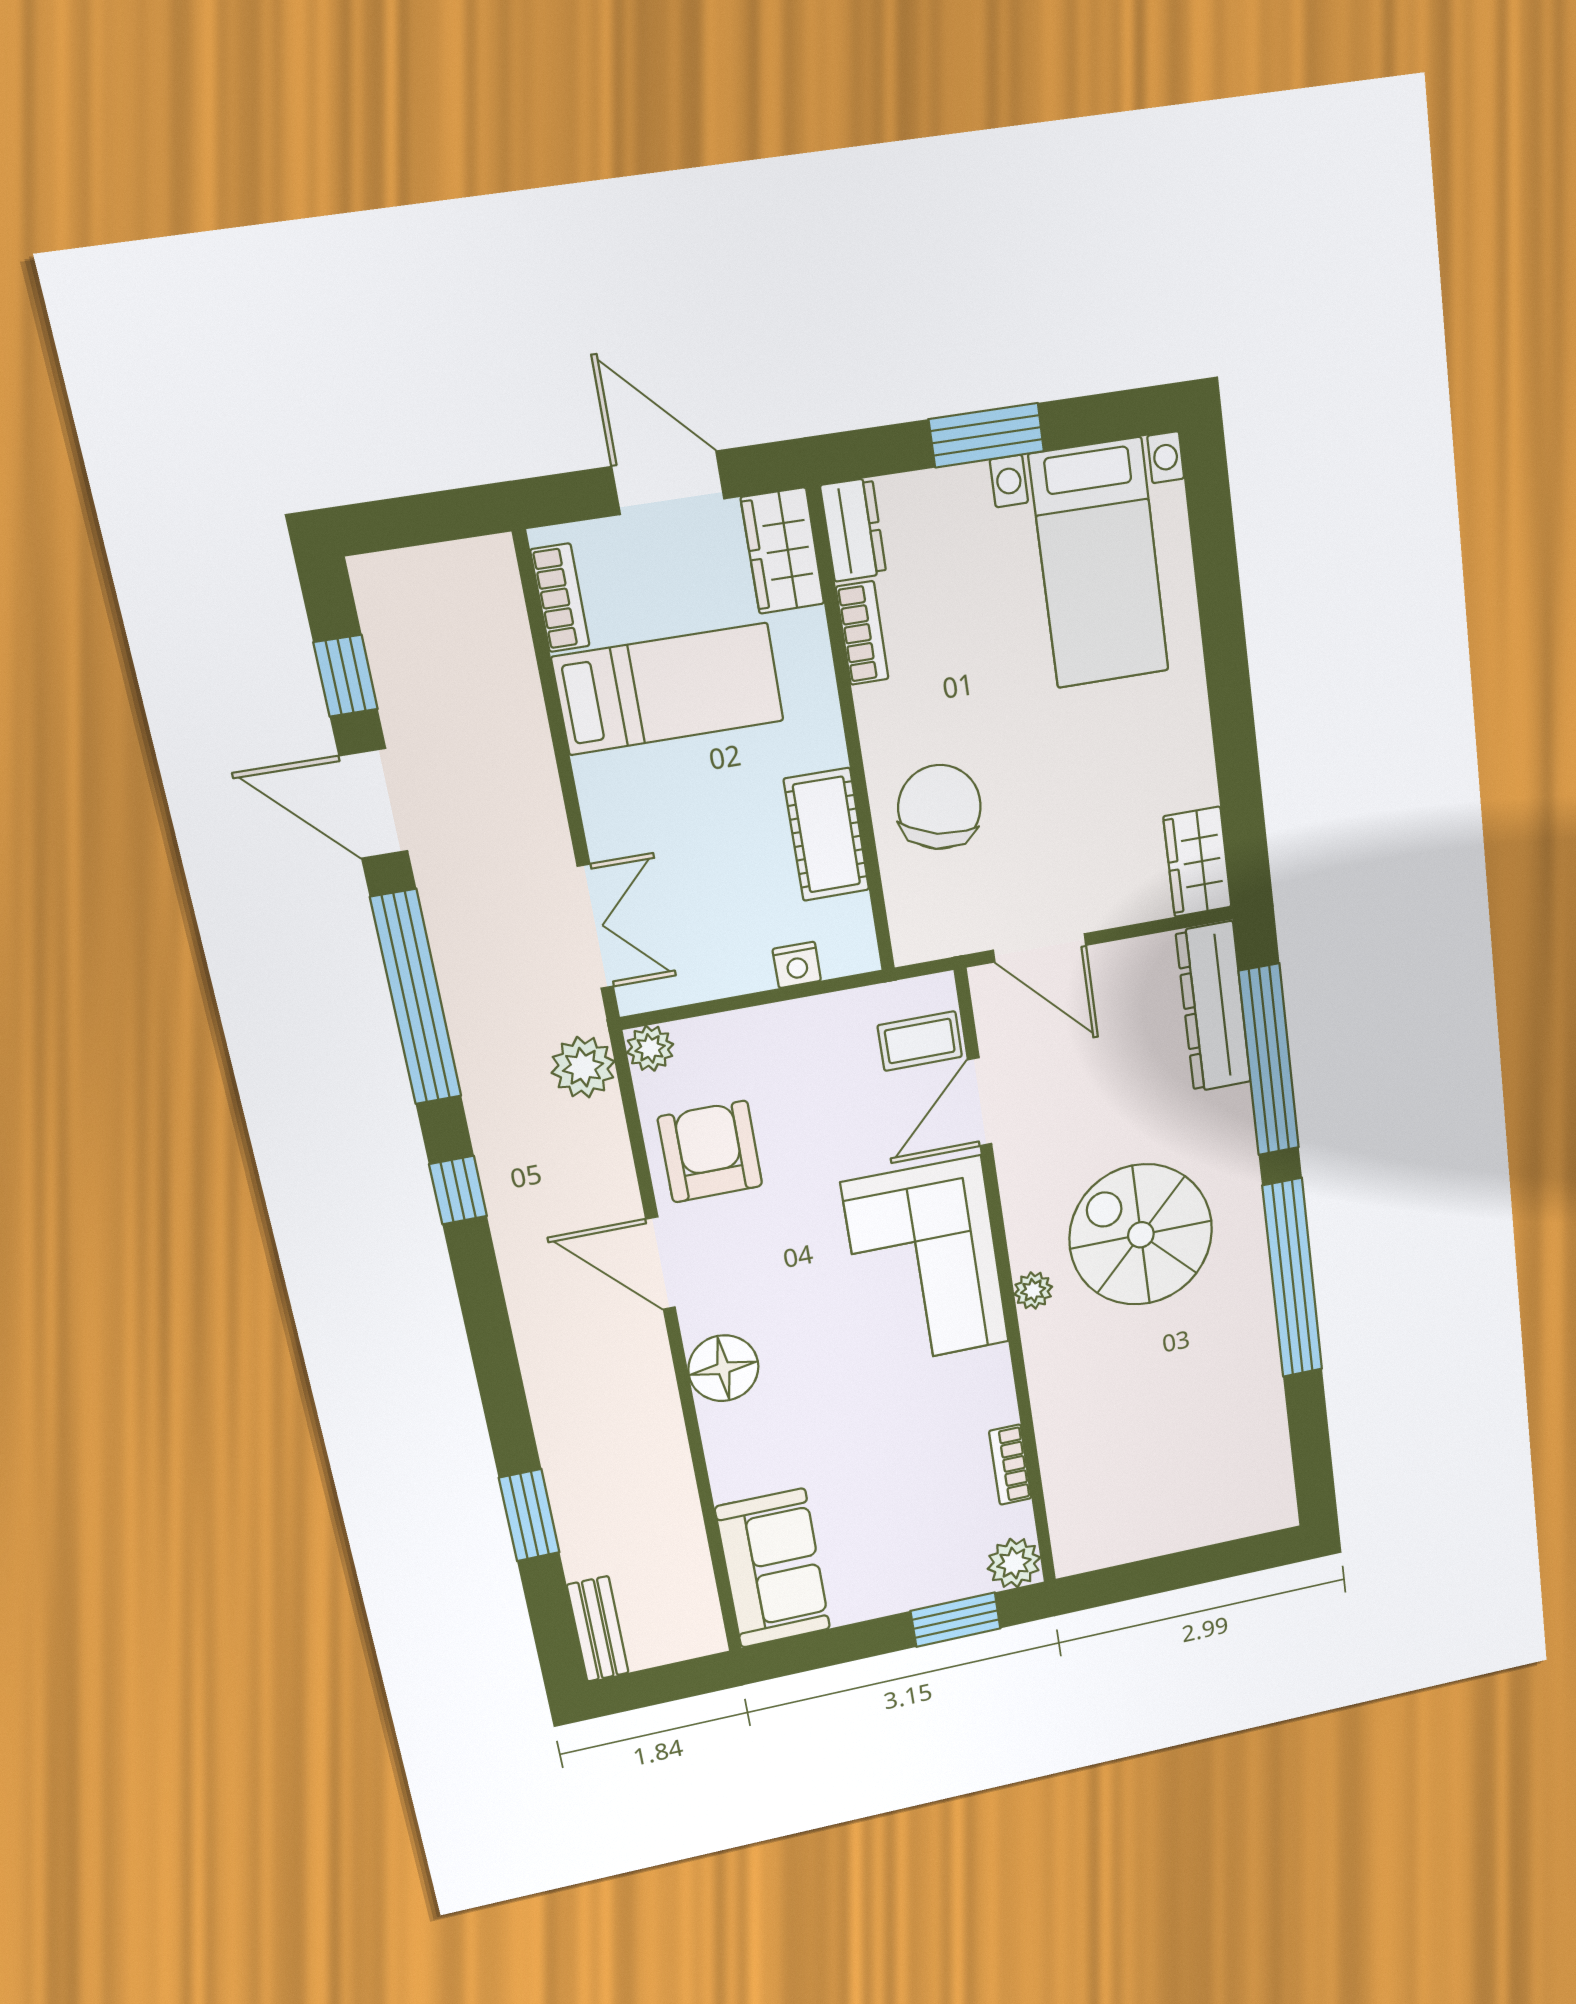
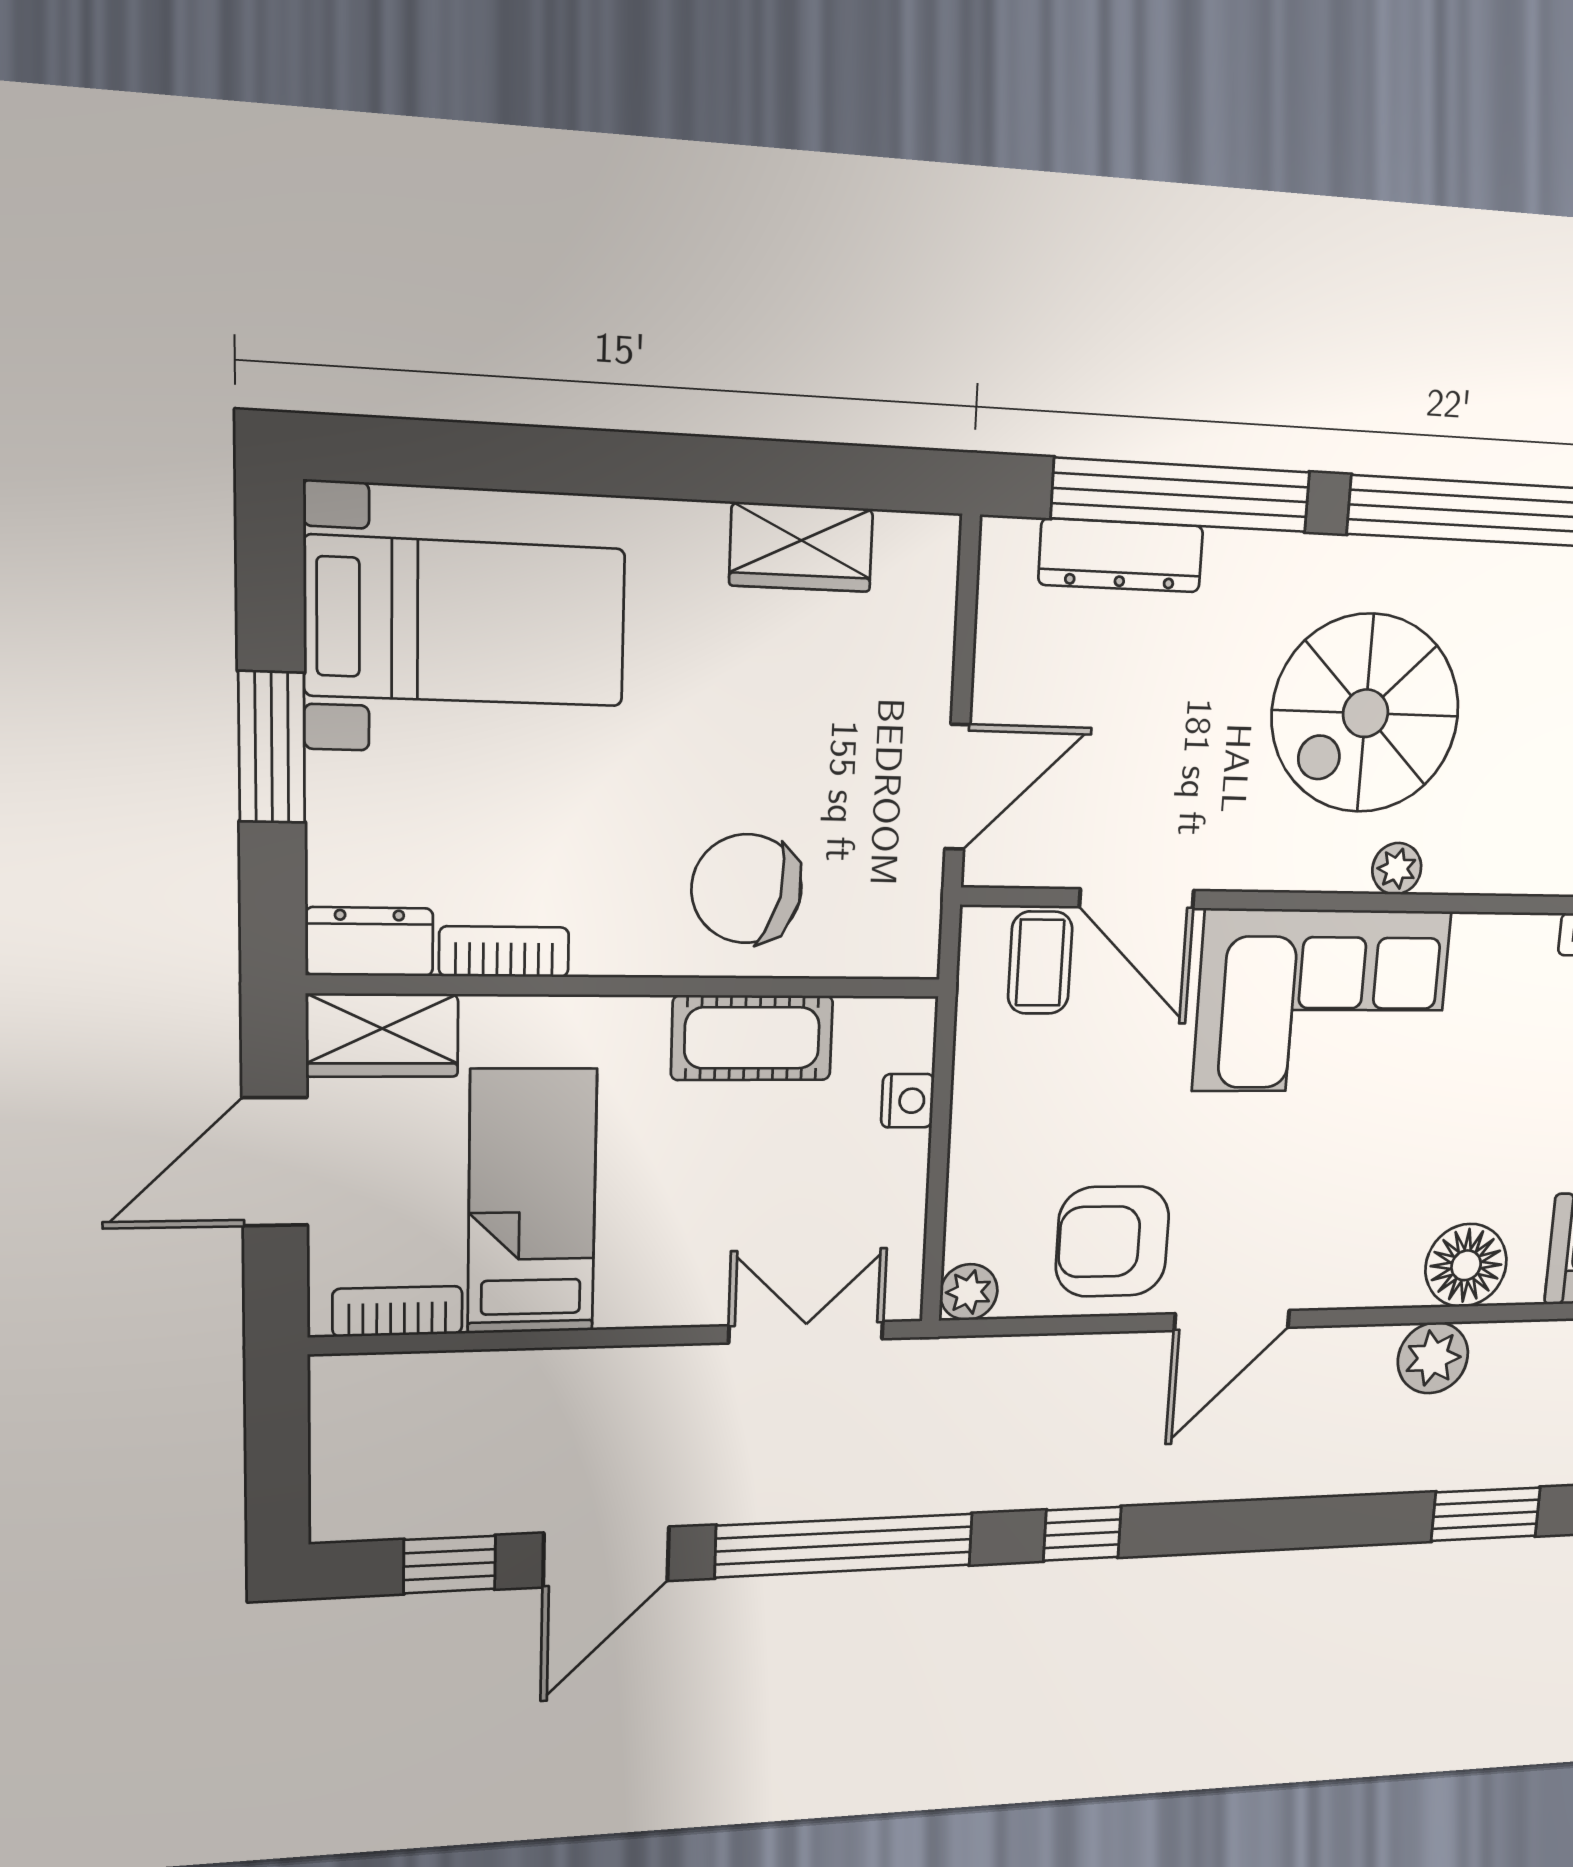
wardrobe: (1197, 862) -> (801, 547), moved
dresser: (1213, 1007) -> (1121, 555), width x0.73, depth x0.80
plant: (583, 1067) -> (1433, 1358), moved
floor lamp: (723, 1368) -> (1466, 1265), moved

